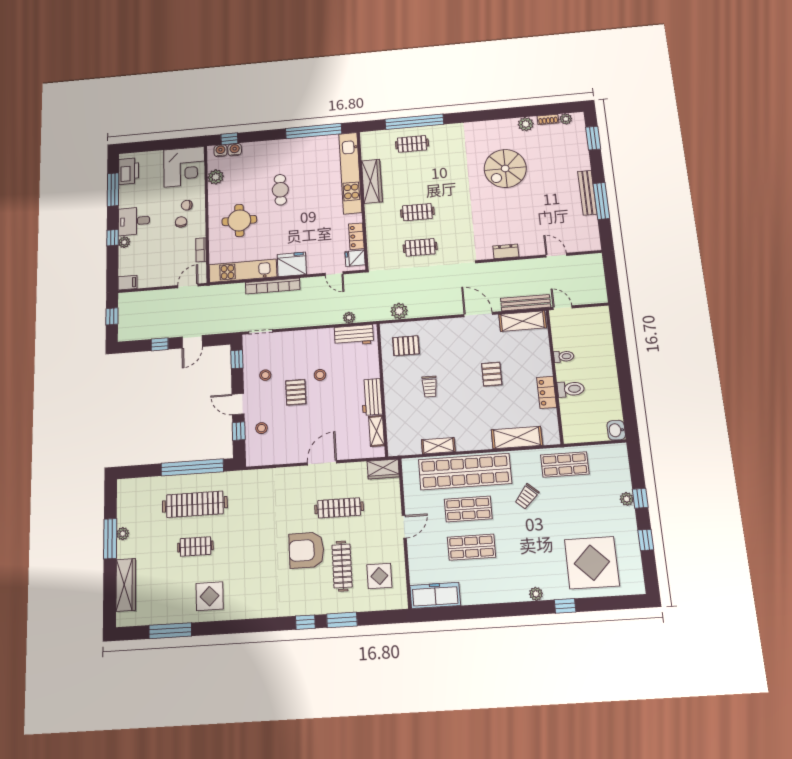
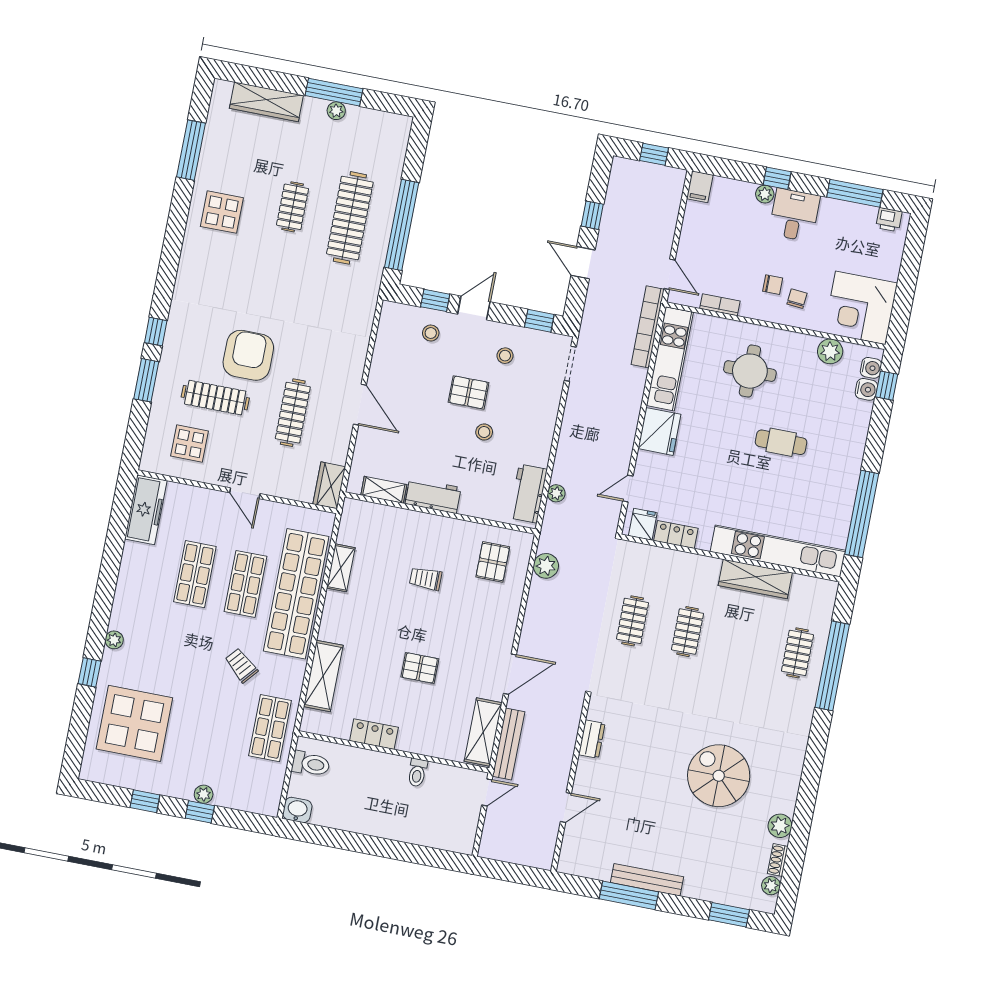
printer: (129, 171) -> (889, 220), width x0.53, depth x0.68
bookcase: (273, 286) -> (648, 327), moved
toilet: (571, 389) -> (311, 764), moved, turned -90

